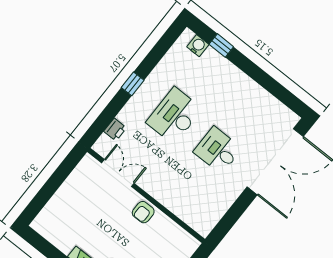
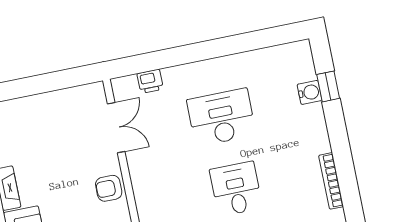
water cooler: (198, 46) -> (310, 92), moved
window: (133, 84) -> (206, 50), removed
bookcase: (269, 99) -> (331, 181), added

